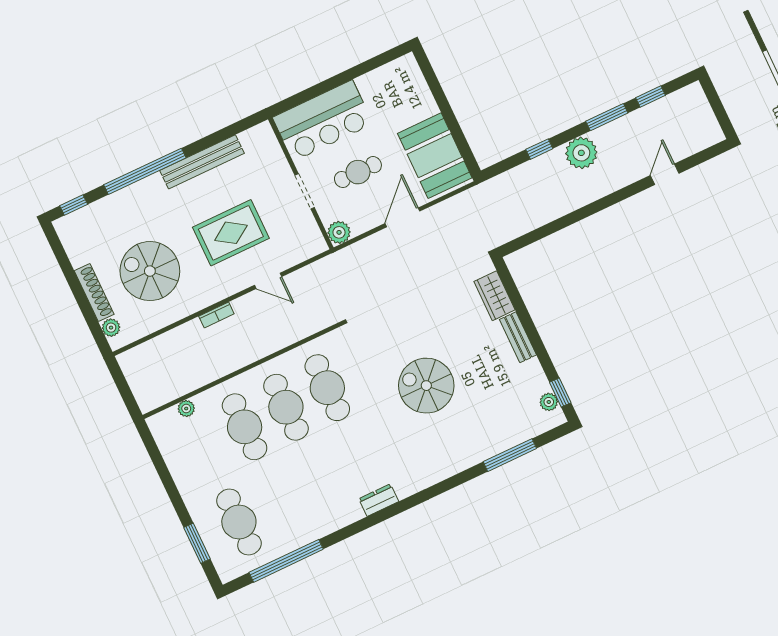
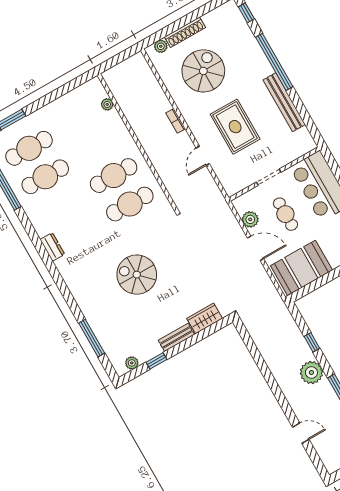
plant: (339, 232) -> (250, 219), moved
spiral stairs: (426, 386) -> (137, 275), turned -90
window: (560, 392) -> (156, 361), moved
cafe table: (245, 427) -> (45, 177), moved

